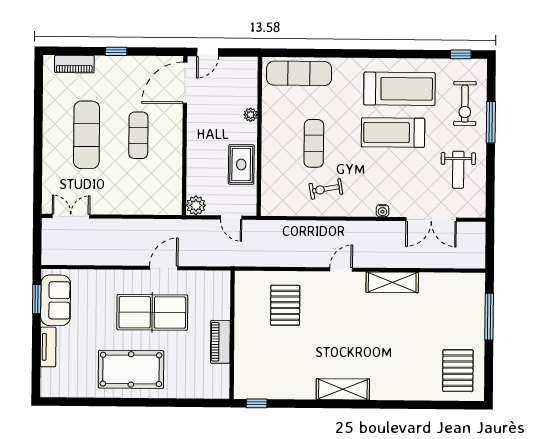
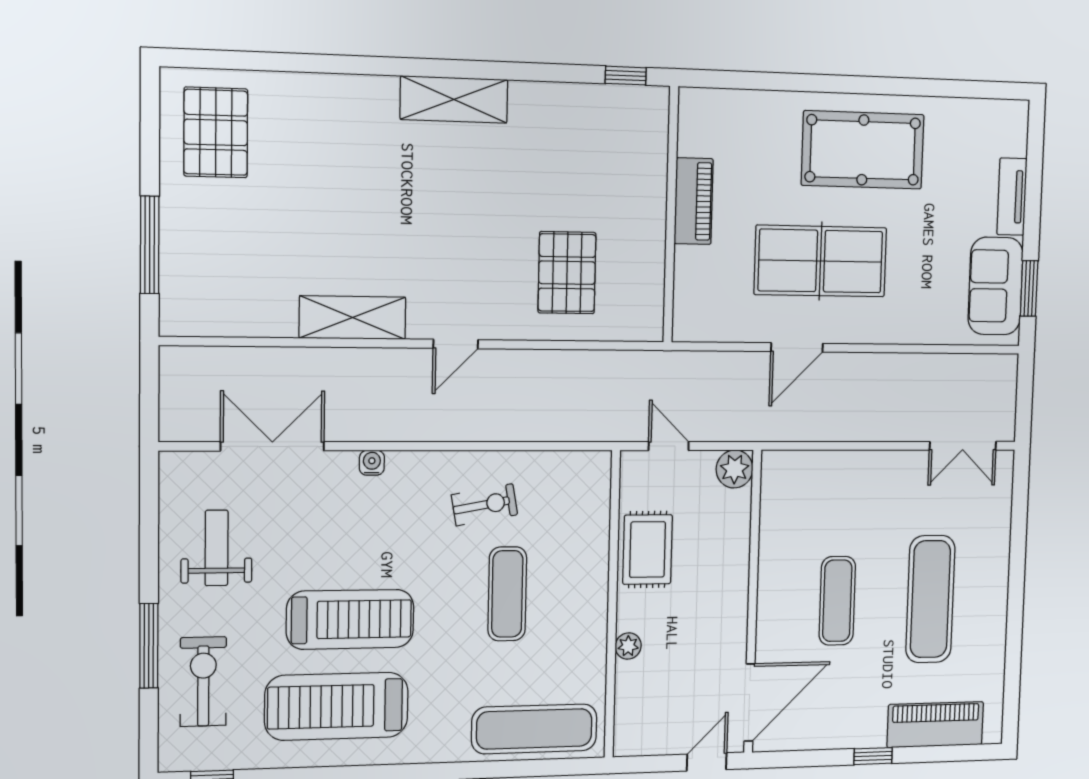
piano: (74, 64) -> (935, 725), width x1.37, depth x1.33

